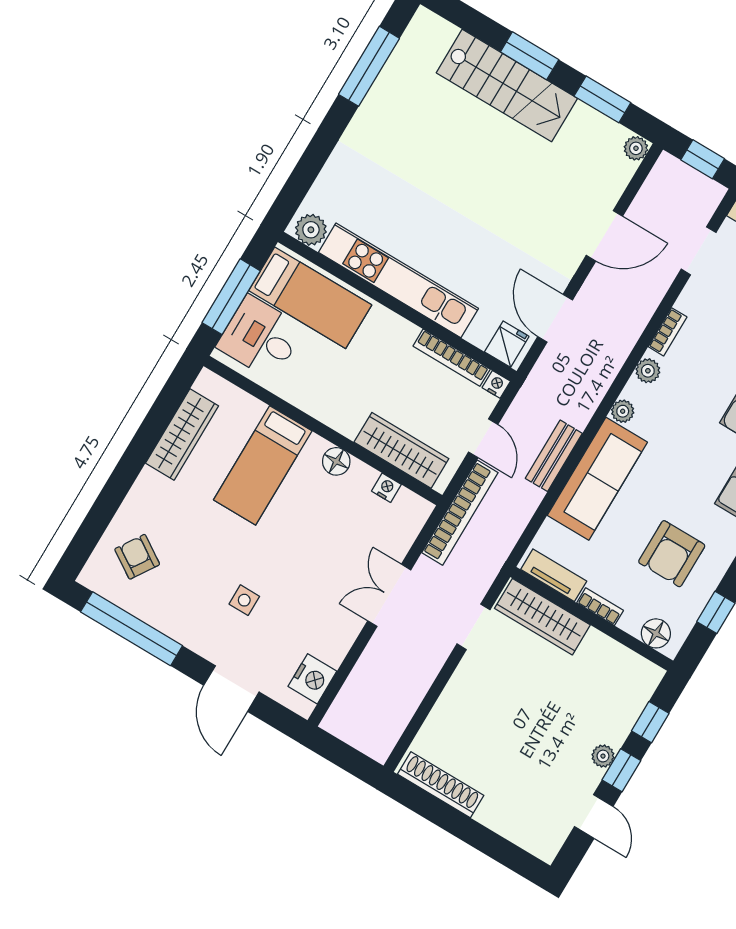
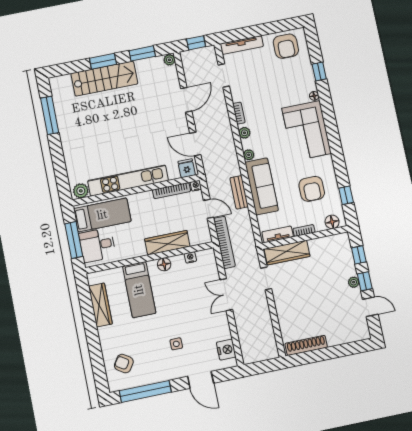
wardrobe: (401, 450) -> (167, 243), moved

